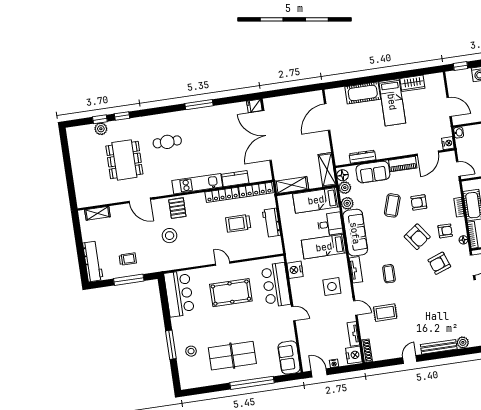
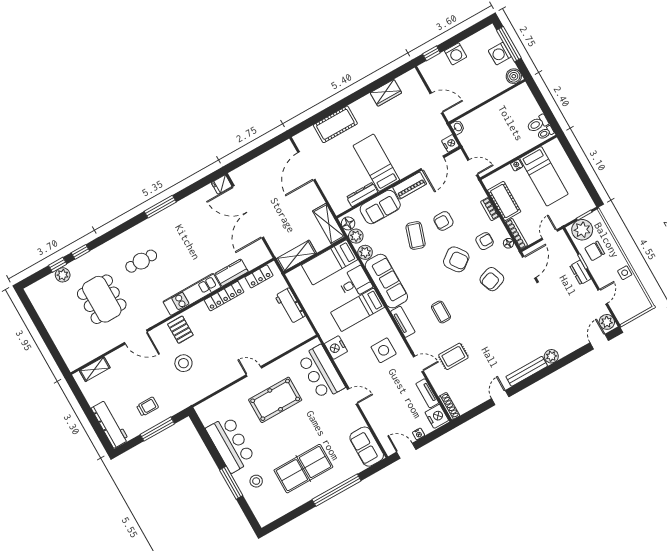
bed: (392, 102) -> (376, 163), moved, turned 180
locker: (256, 190) -> (259, 276), width x0.66
trolley: (238, 223) -> (254, 321), removed
bar counter: (179, 294) -> (231, 444), moved

